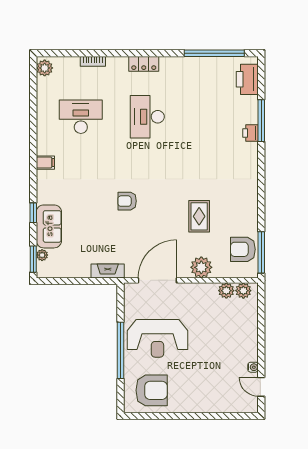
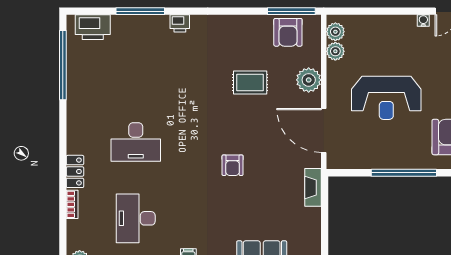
locker: (144, 64) -> (75, 171), moved
printer: (251, 133) -> (180, 23), moved
reception desk: (157, 338) -> (386, 98), moved, turned 90

